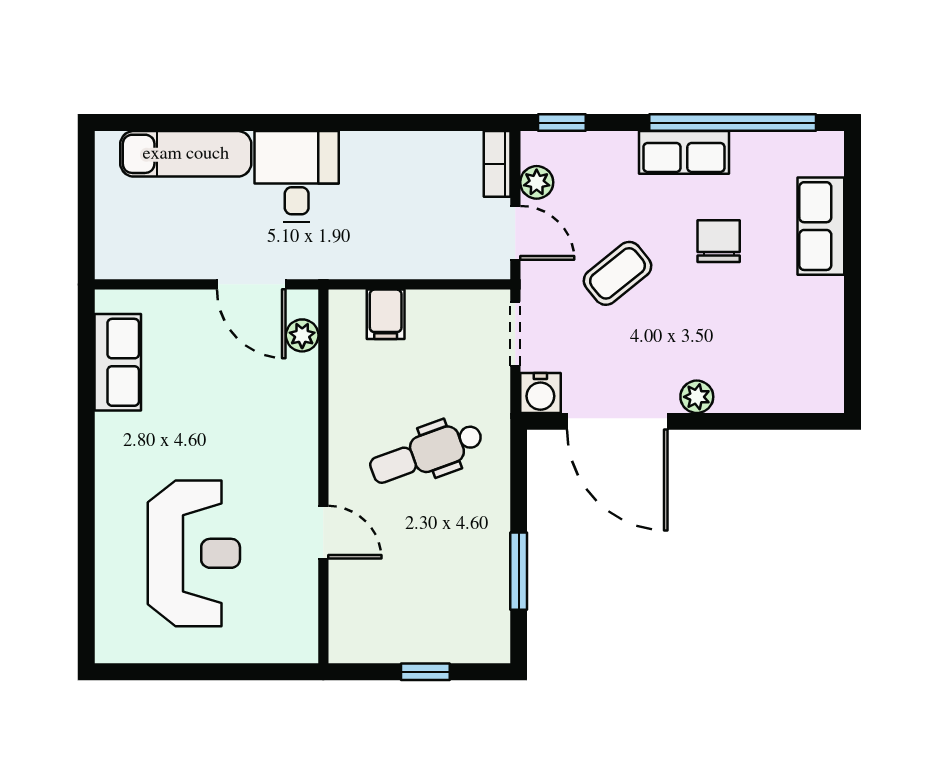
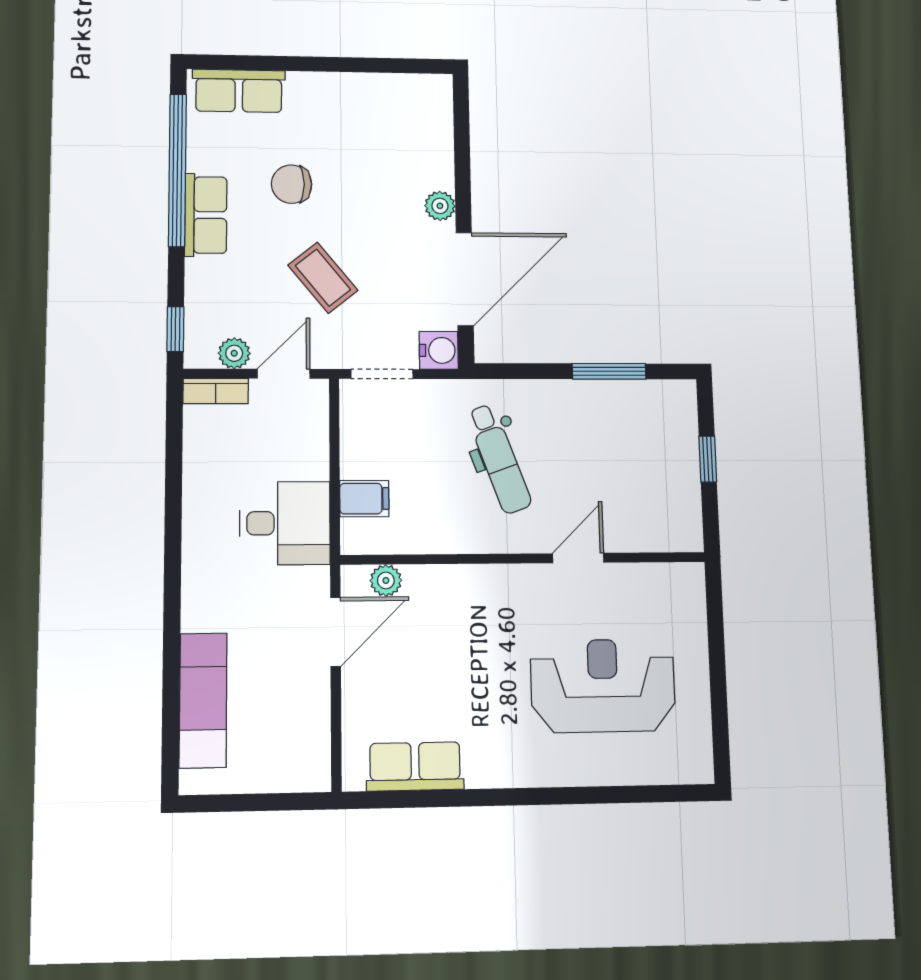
desk: (297, 176) -> (285, 523), moved, turned 180
row of seats: (821, 226) -> (239, 91), moved

